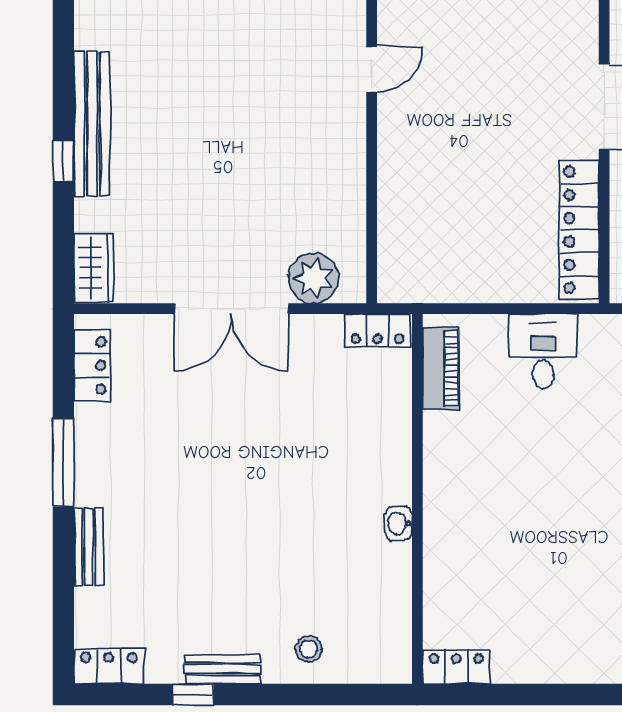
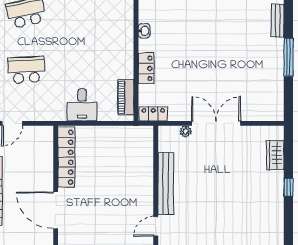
bench: (92, 124) -> (166, 184), moved
wardrobe: (94, 268) -> (275, 155), moved
plant: (314, 278) -> (186, 131), width x0.53, depth x0.53
locker: (92, 365) -> (146, 68), moved, turned 180

